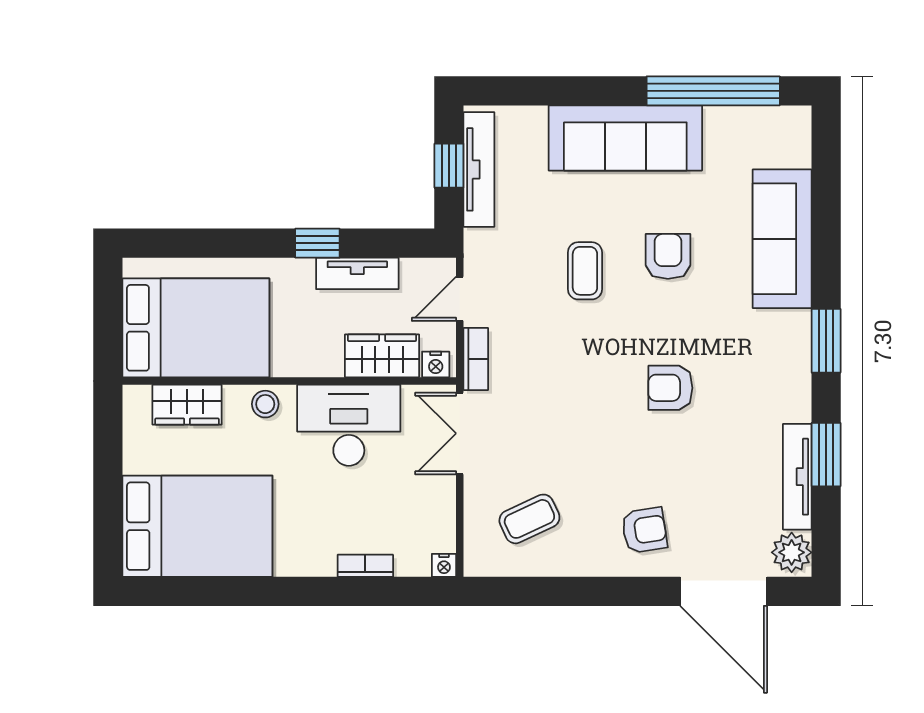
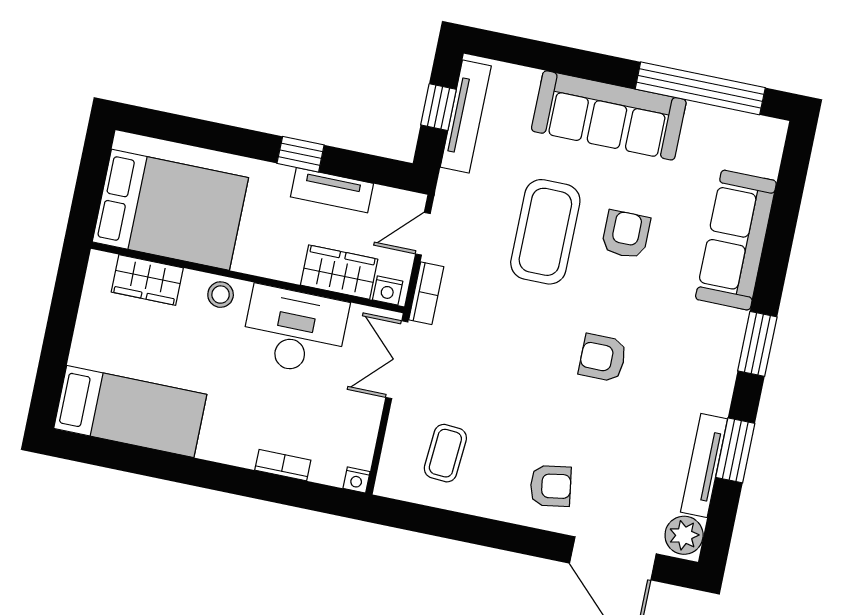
coffee table: (585, 271) -> (545, 232), width x1.86, depth x1.72
coffee table: (529, 519) -> (445, 453), turned -61
bed: (197, 526) -> (130, 411), width x0.67

